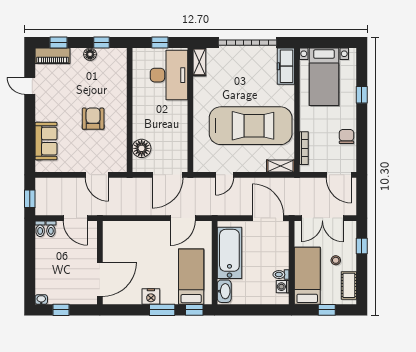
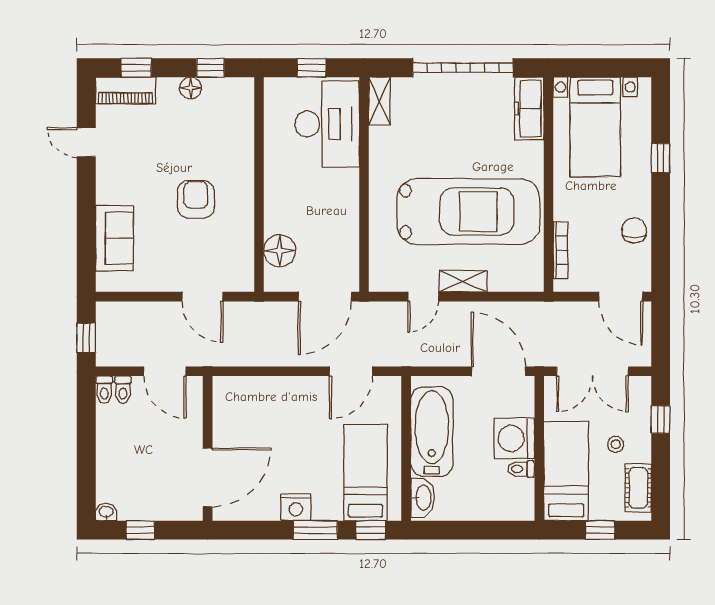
shelving: (280, 166) -> (463, 281), moved
washing machine: (283, 287) -> (514, 438), moved, width x1.89, depth x1.89

